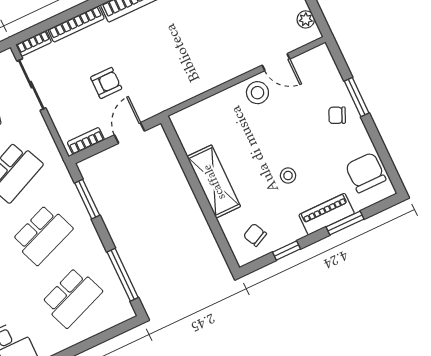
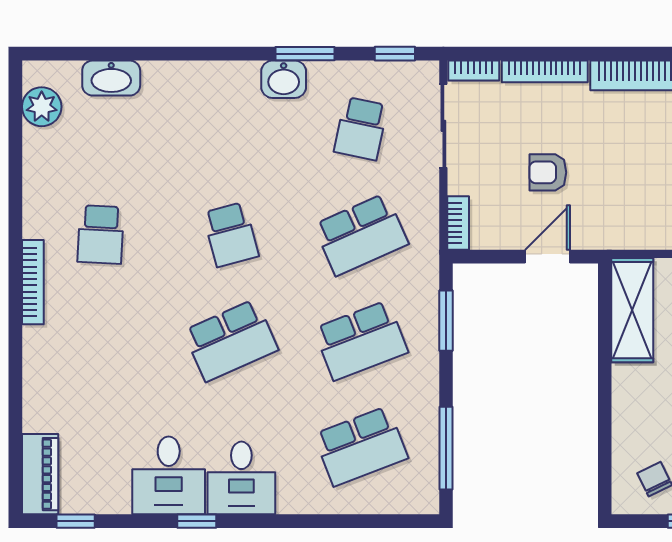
armchair: (106, 83) -> (548, 172), turned 180
bookcase: (86, 141) -> (458, 223), moved, turned 90
shelving: (214, 182) -> (632, 310), moved

